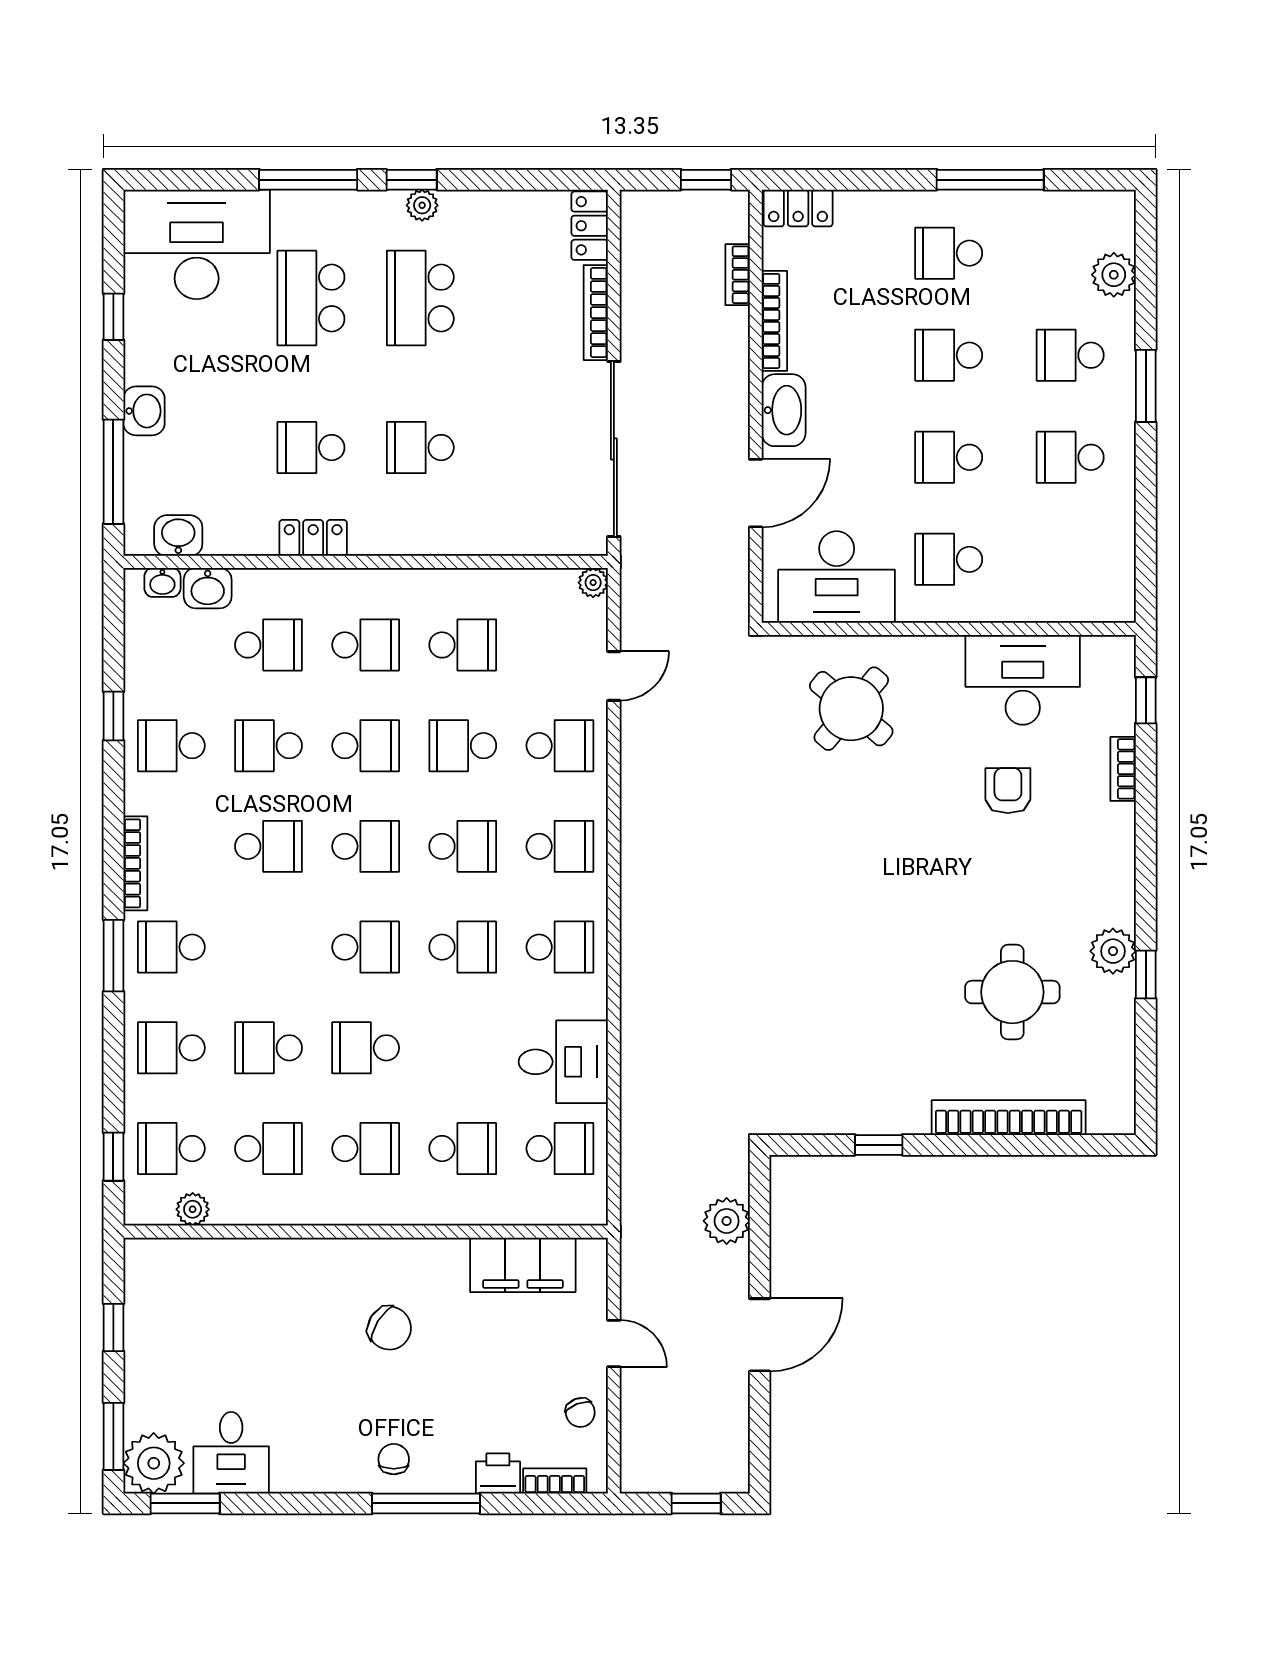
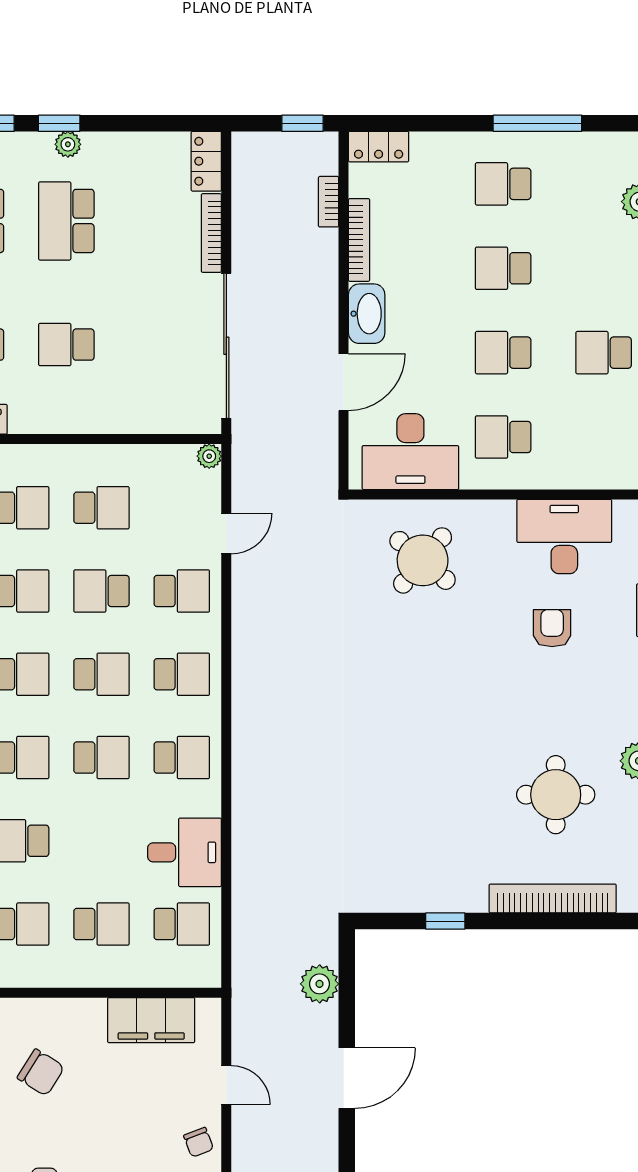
school desk: (1070, 355) -> (604, 268), removed

